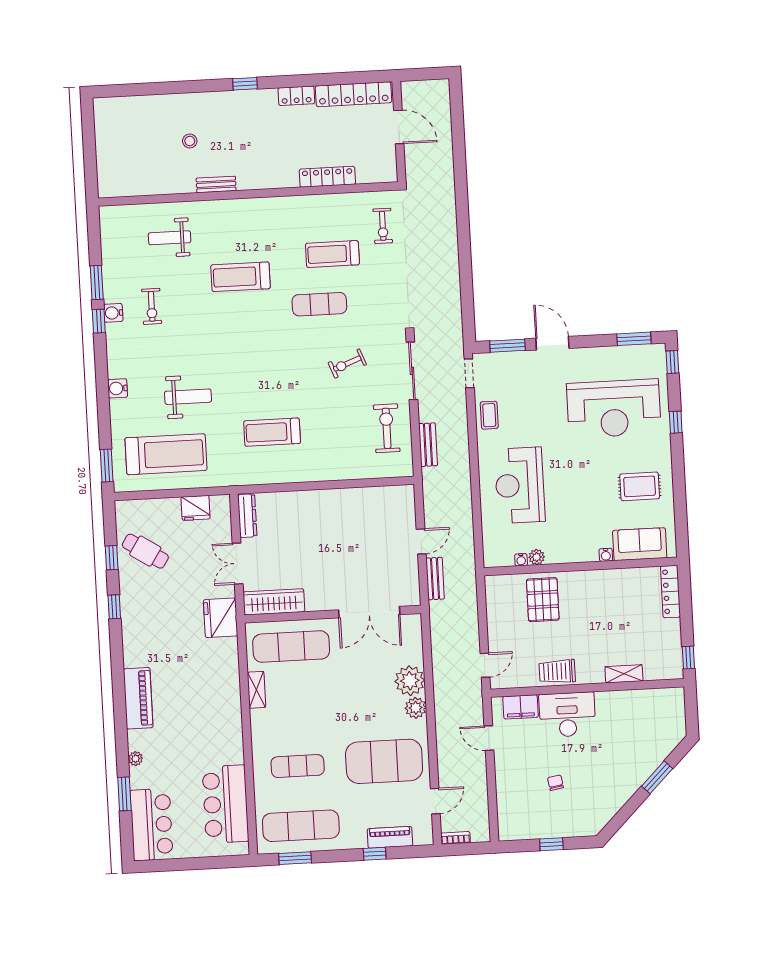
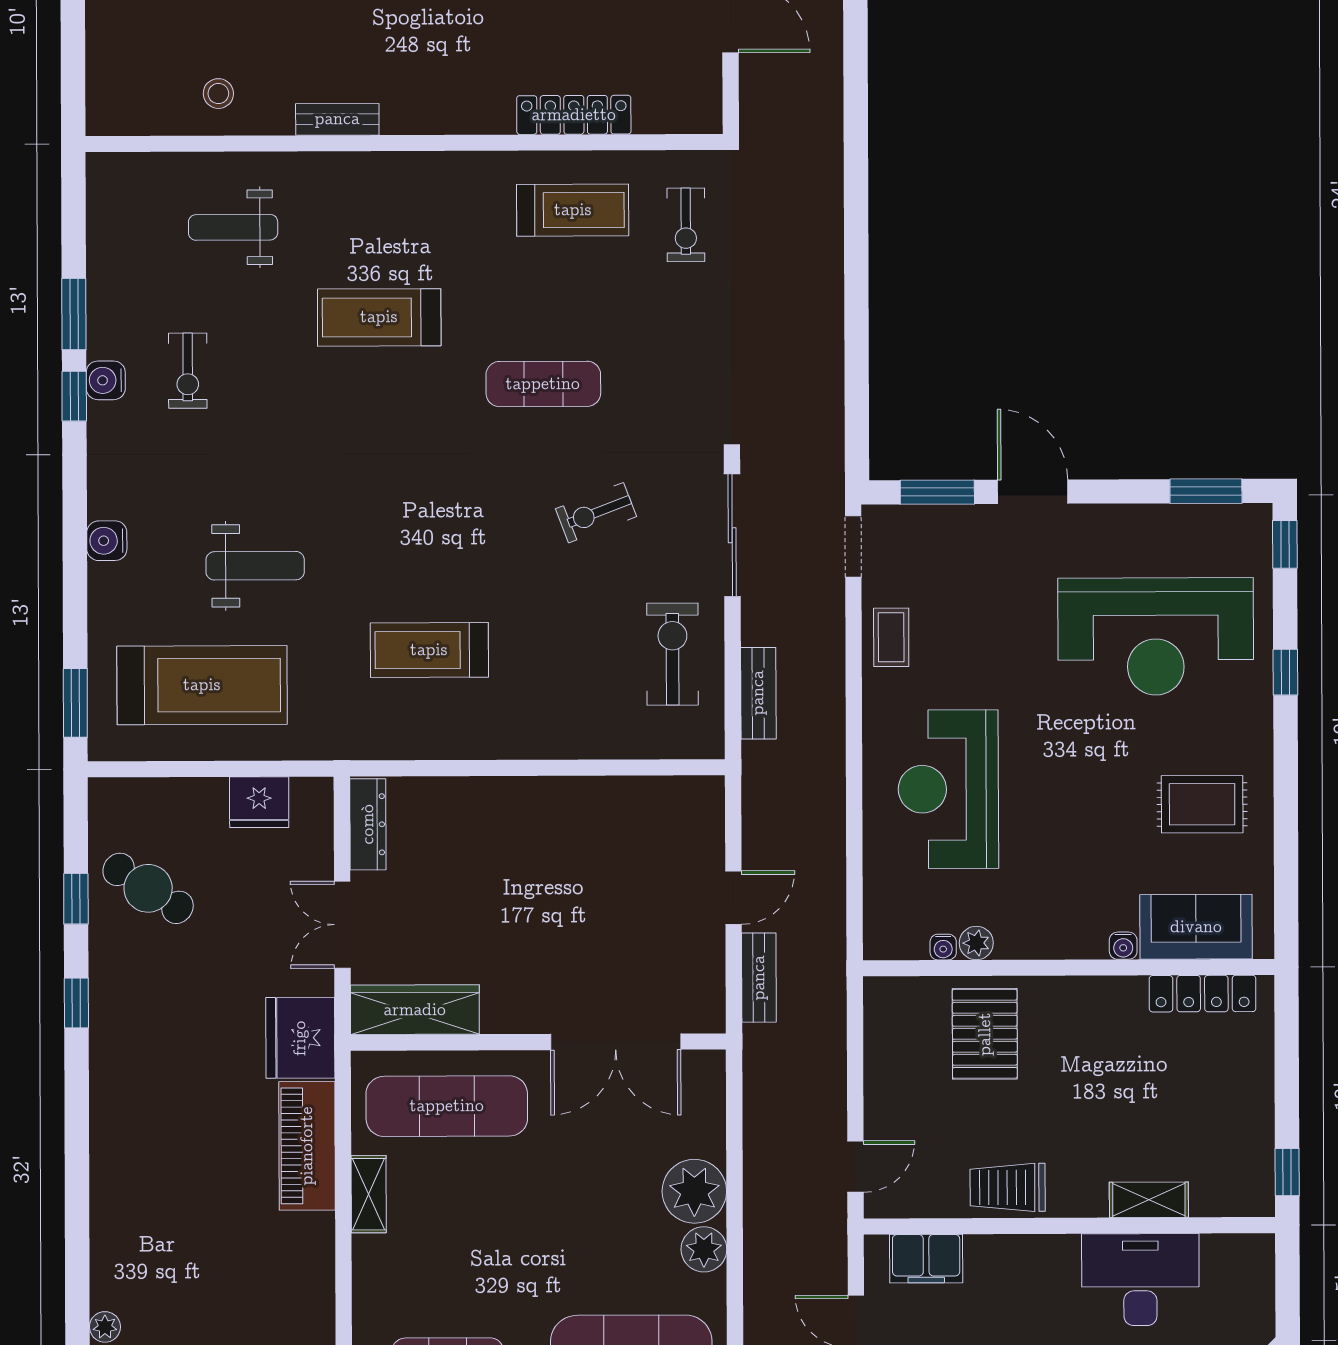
stool: (190, 141) -> (218, 94), moved
treadmill: (332, 254) -> (573, 210), moved, turned 180
locker: (670, 592) -> (1203, 994), moved, turned -90
piano: (138, 698) -> (307, 1146), moved, turned 180
desk: (567, 715) -> (1140, 1280), moved

